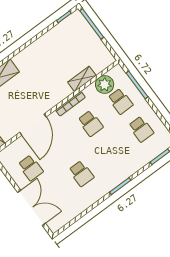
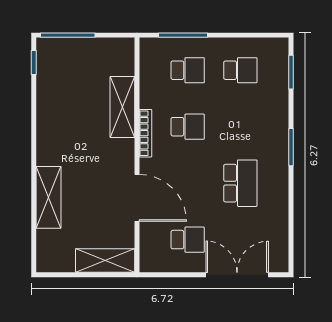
shelving: (82, 79) -> (122, 107), width x1.50, depth x1.33
plant: (105, 85) -> (153, 74), removed
school desk: (81, 174) -> (240, 183), width x1.85

